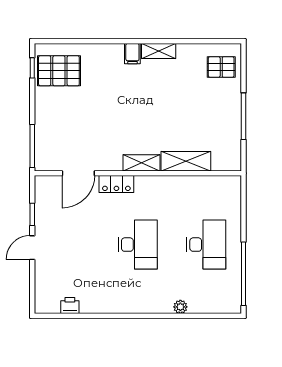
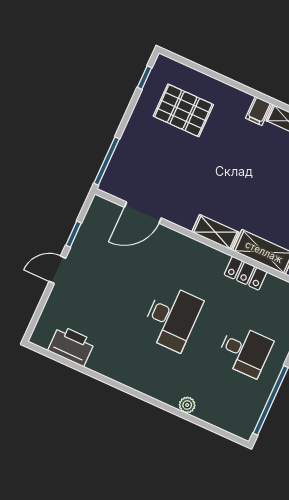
pallet: (59, 71) -> (183, 110), moved
locker: (116, 184) -> (246, 273), moved
desk: (206, 245) -> (245, 351), width x0.73
printer: (70, 306) -> (71, 346), width x1.87, depth x1.48

